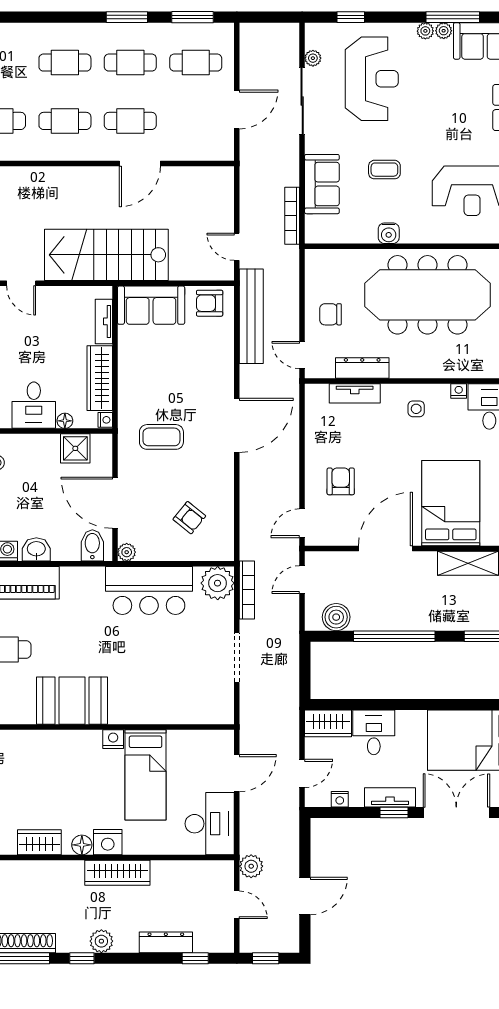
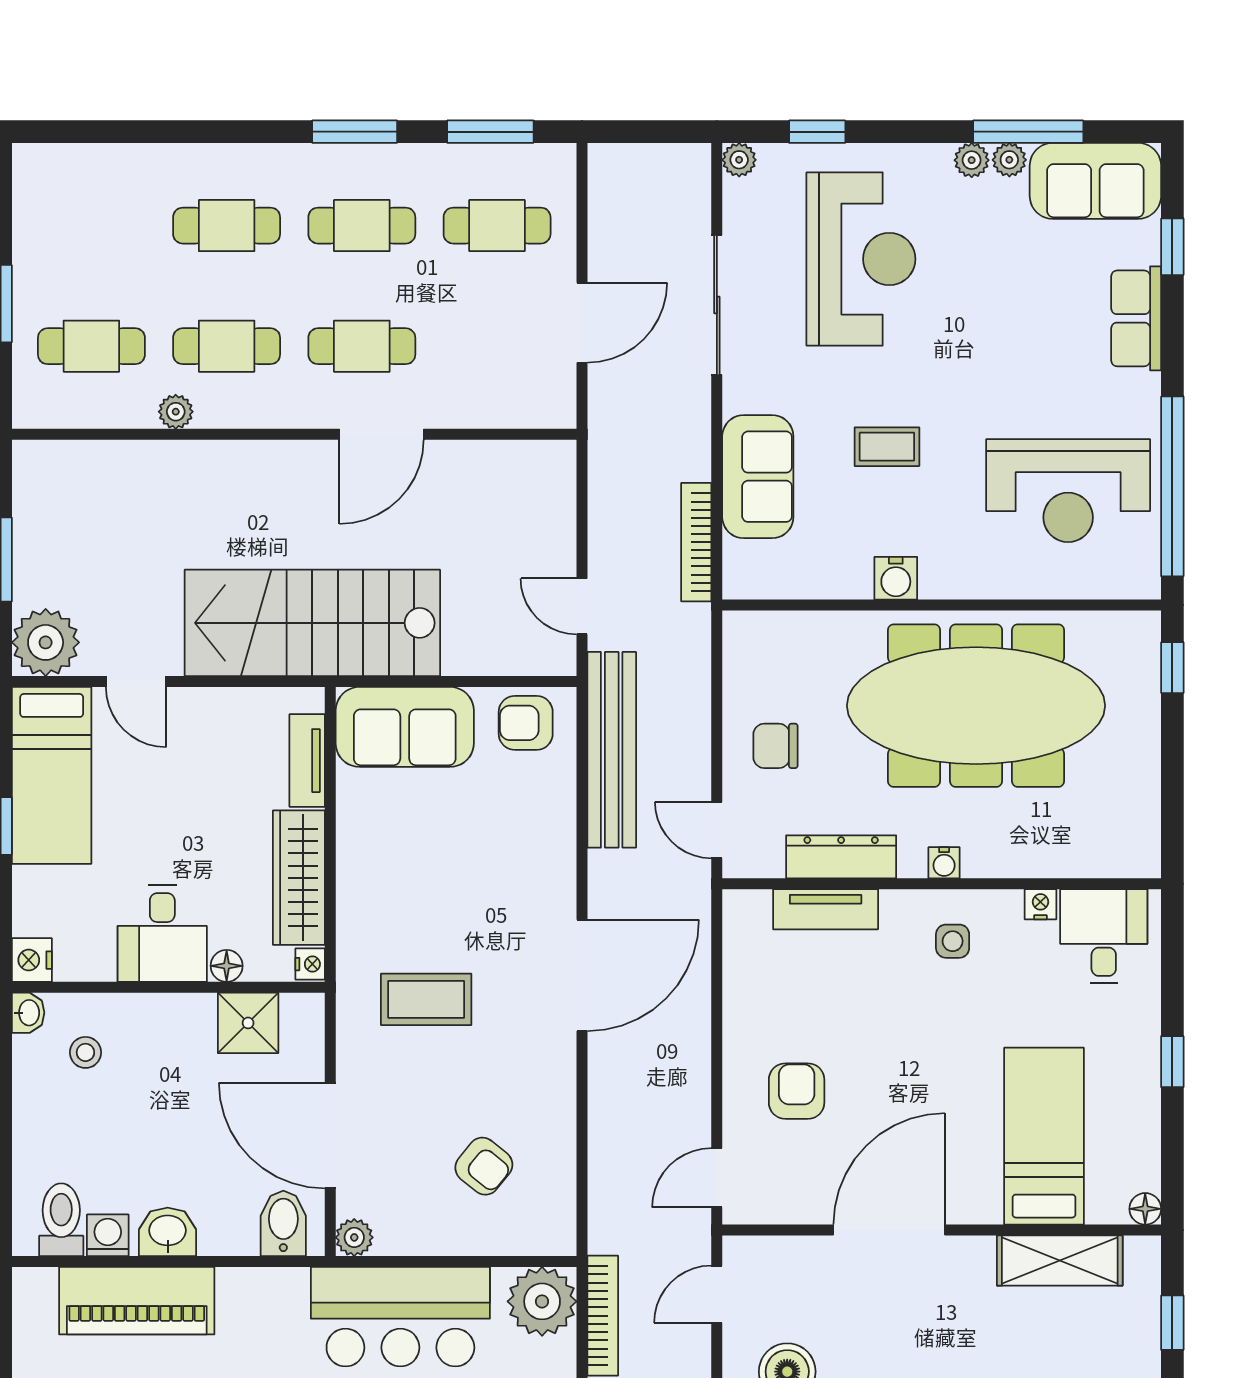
plant: (313, 58) -> (739, 160), moved
plant: (40, 153) -> (176, 412), added
water cooler: (412, 371) -> (944, 863), added
bed: (451, 503) -> (1044, 1136), width x0.67

